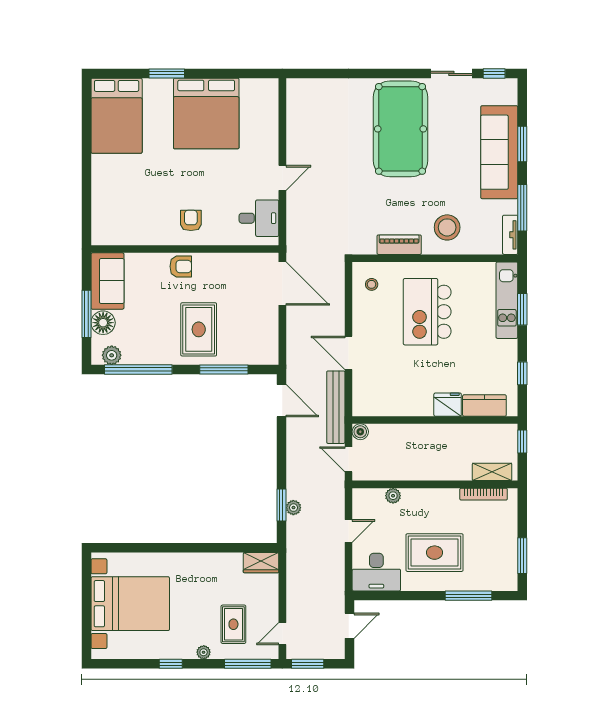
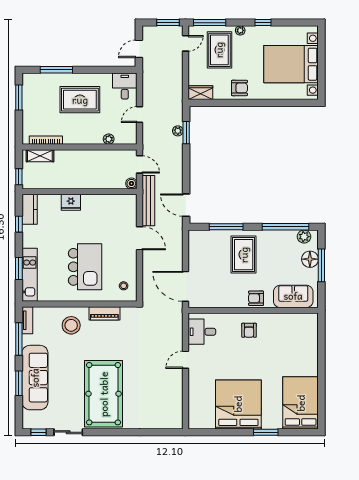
sofa: (107, 281) -> (293, 296), moved, turned 90
kitchen counter: (484, 405) -> (30, 209), moved, turned -90
armchair: (205, 569) -> (239, 88), added
desk: (376, 572) -> (125, 86), width x0.73
rug: (233, 624) -> (219, 50), width x1.36, depth x1.43

